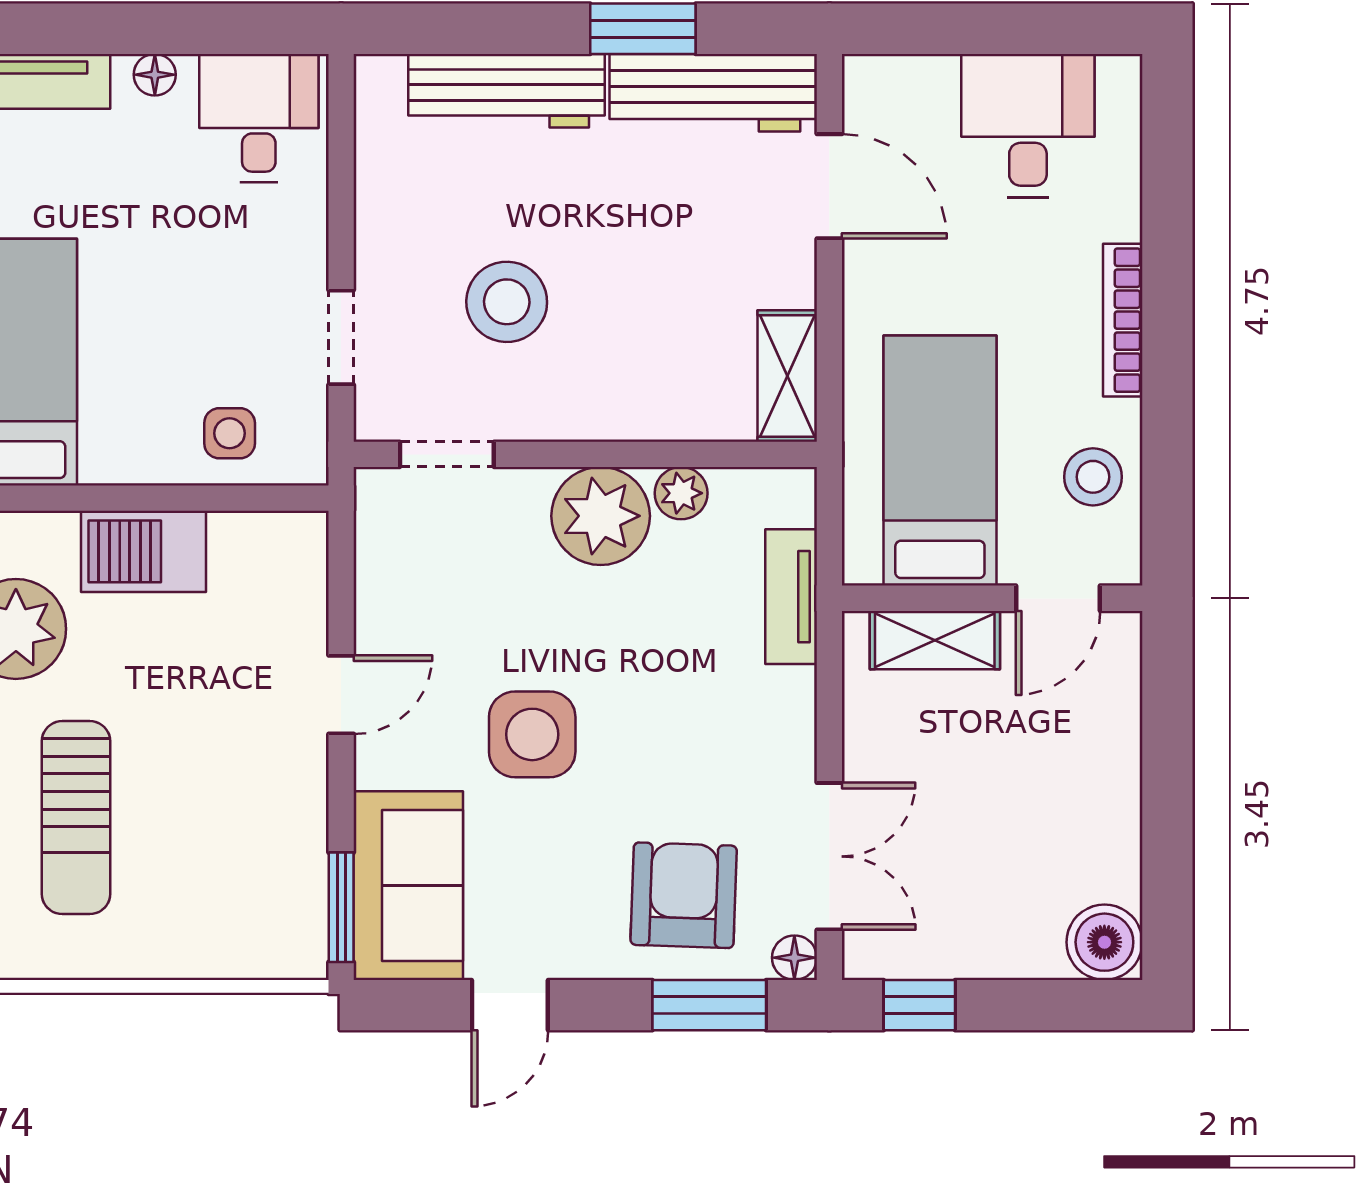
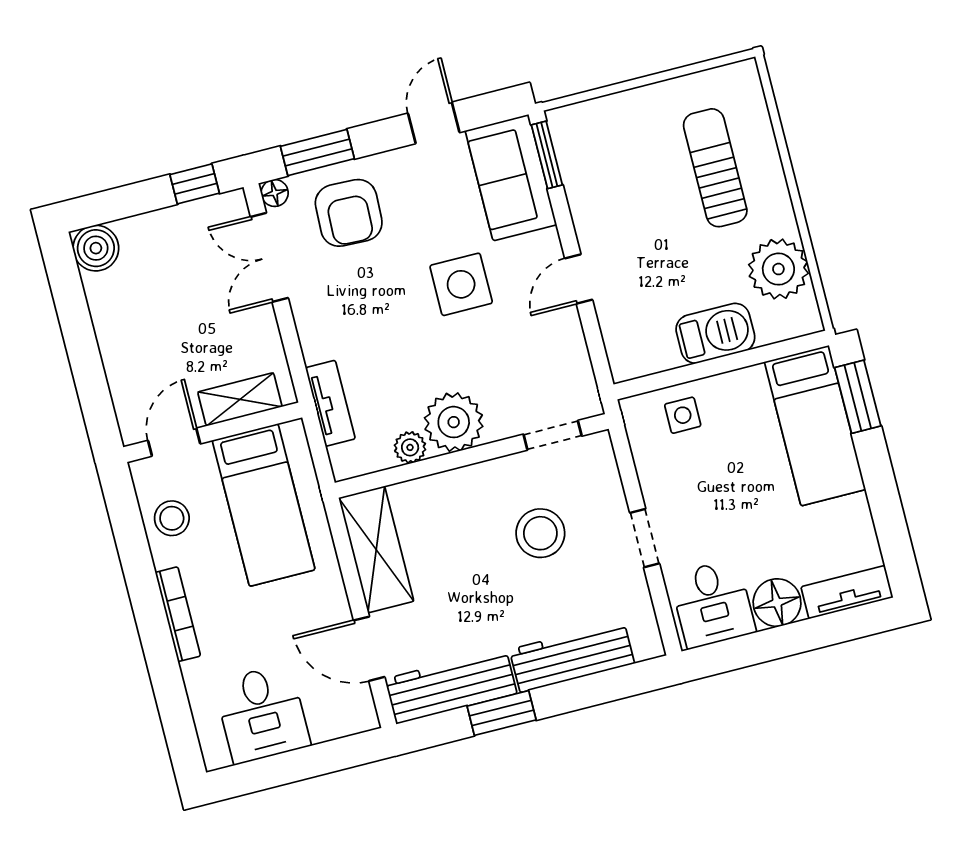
floor lamp: (155, 75) -> (777, 603), width x1.89, depth x1.89
doorway: (341, 337) -> (645, 538), moved
shelving: (787, 376) -> (376, 549), width x1.50, depth x1.33

